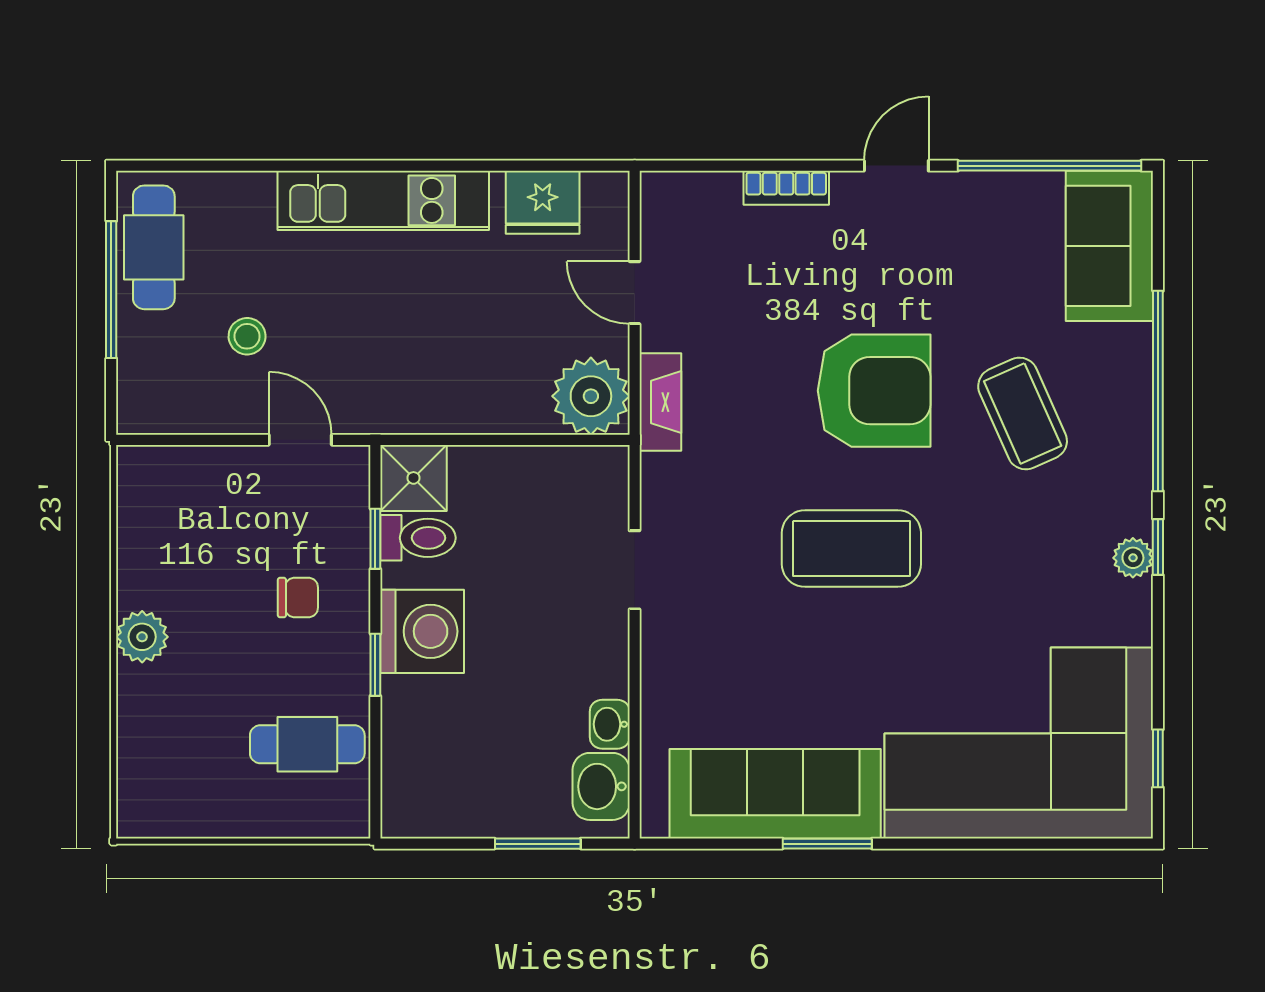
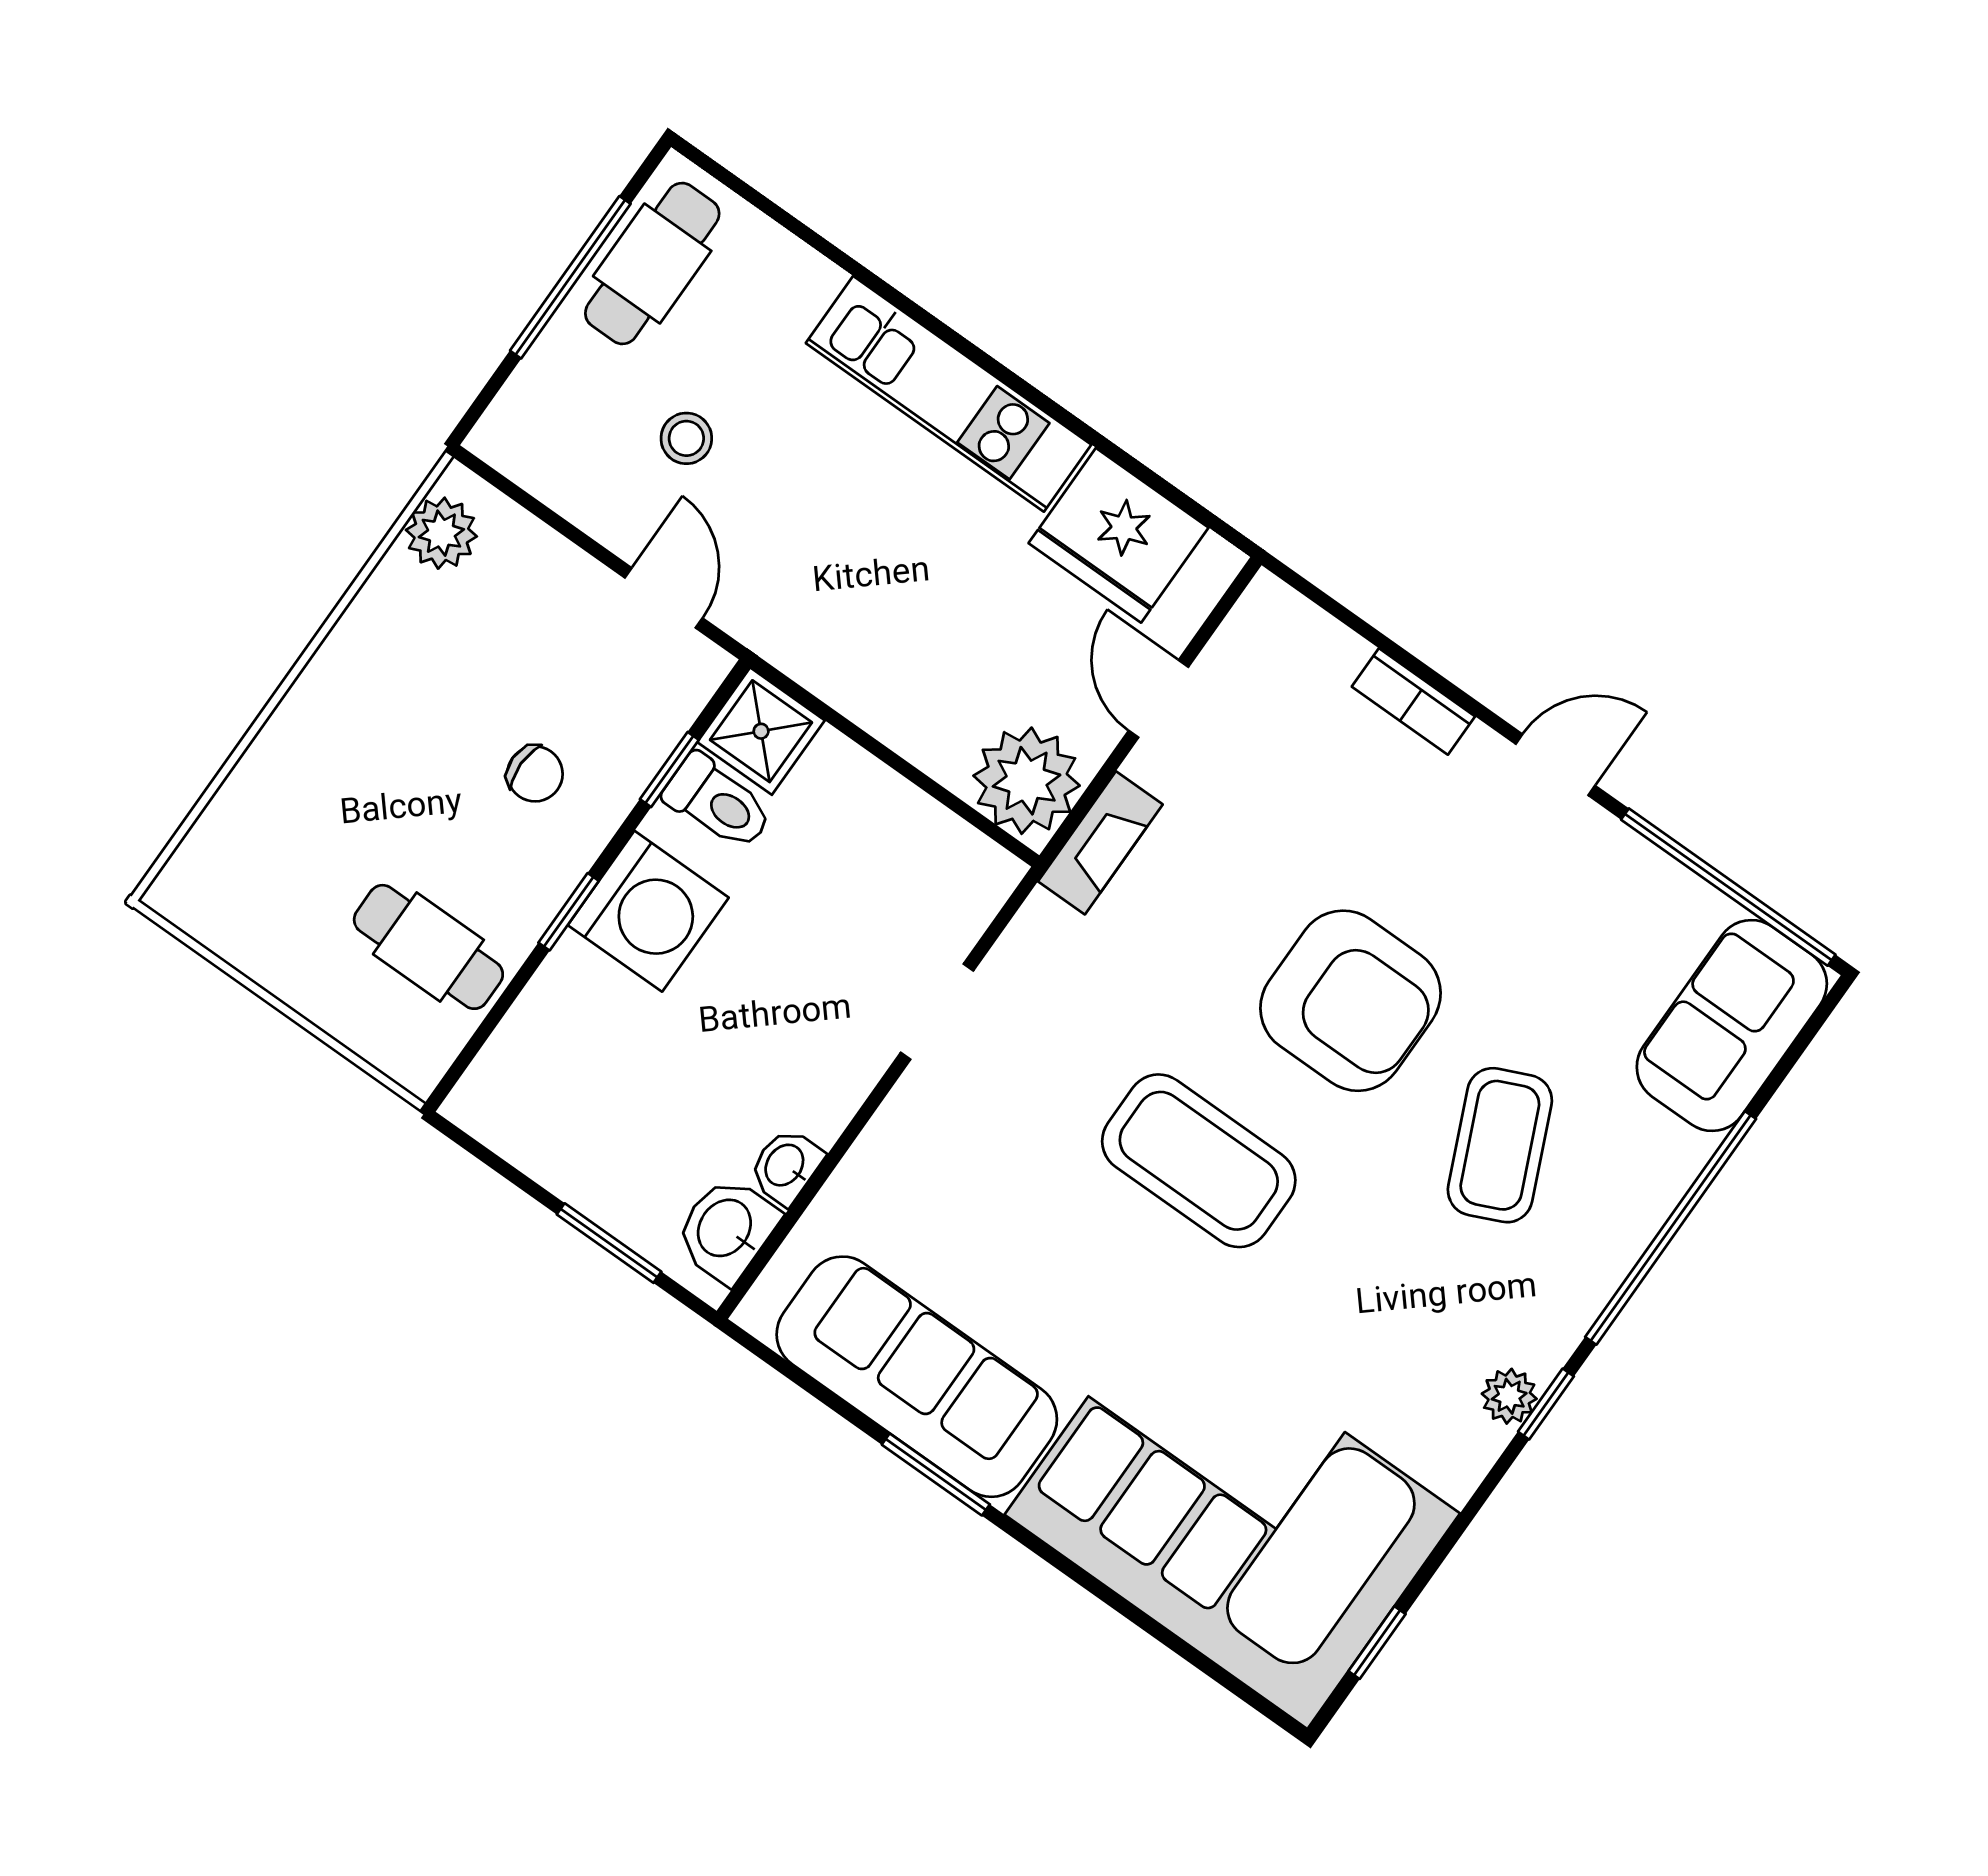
fridge: (543, 202) -> (1119, 535), width x1.36, depth x1.34
plant: (142, 637) -> (441, 533), moved

